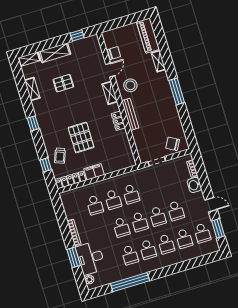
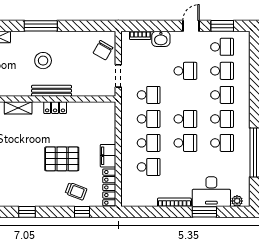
stool: (130, 85) -> (43, 61), moved
school desk: (158, 216) -> (149, 95), moved

